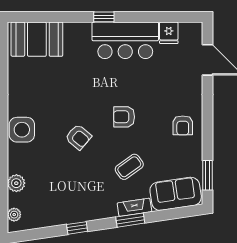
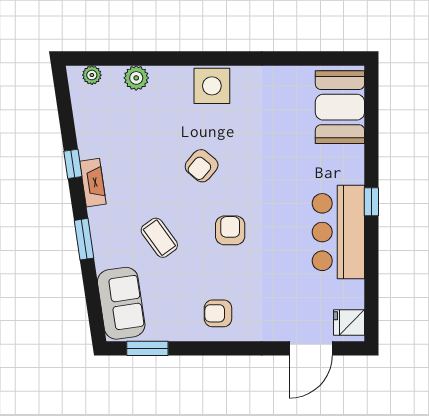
fridge: (169, 33) -> (349, 322), moved
fireplace: (134, 207) -> (93, 183), moved

